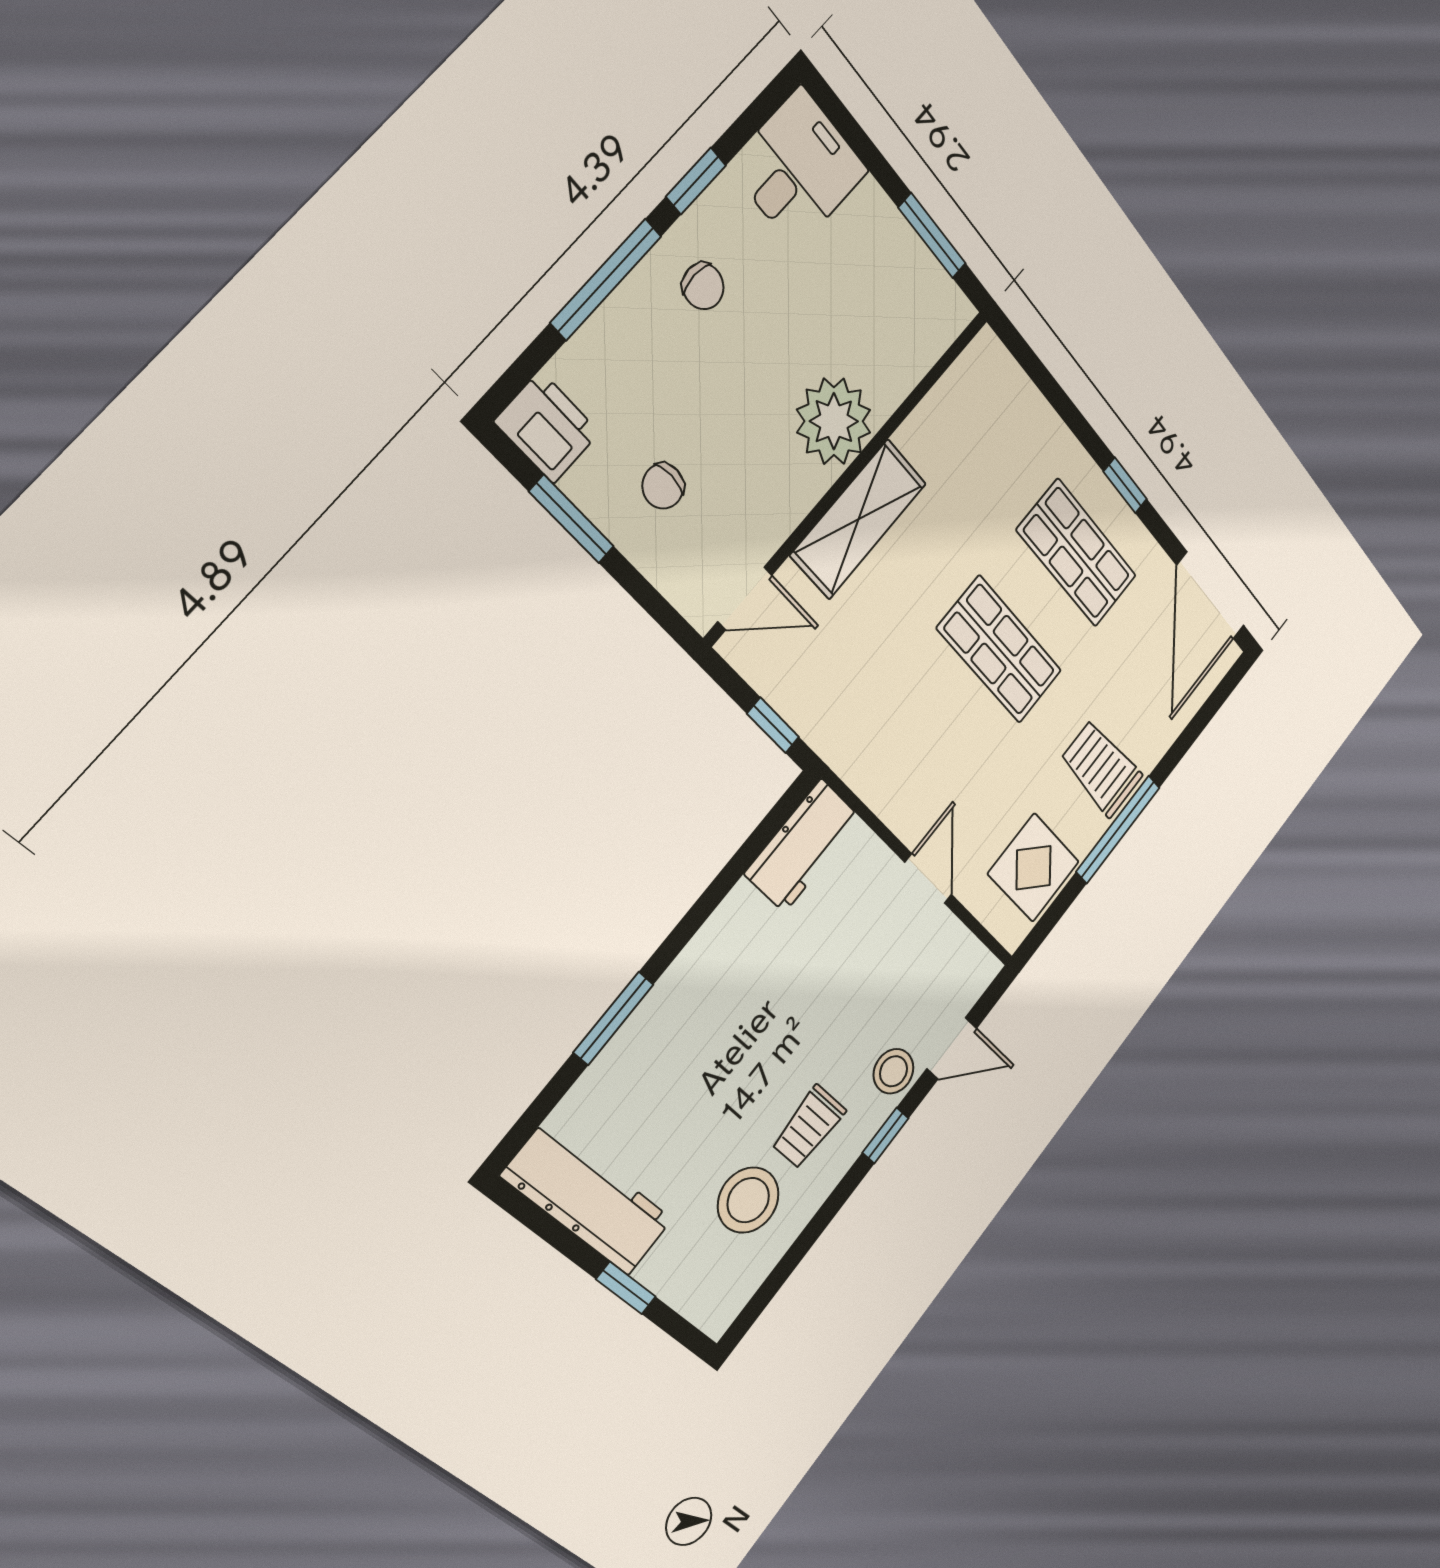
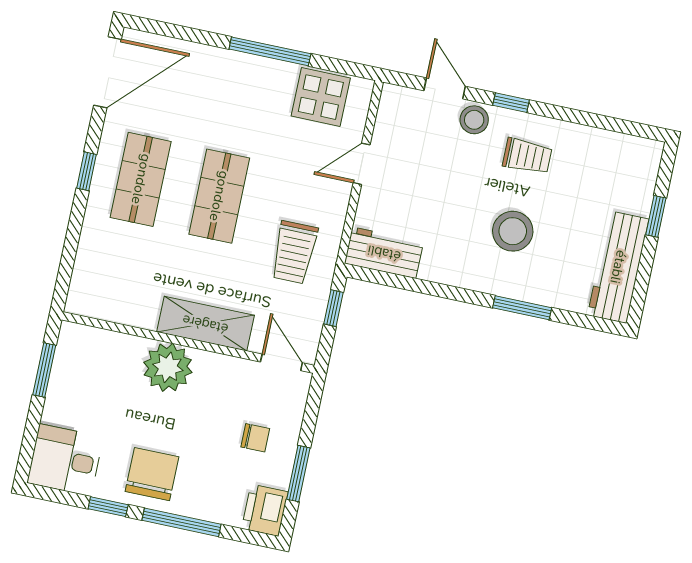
chair: (703, 286) -> (152, 474), width x1.87, depth x1.87
trolley: (1101, 768) -> (294, 252), moved
stool: (748, 1200) -> (513, 231), moved

